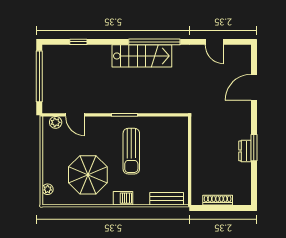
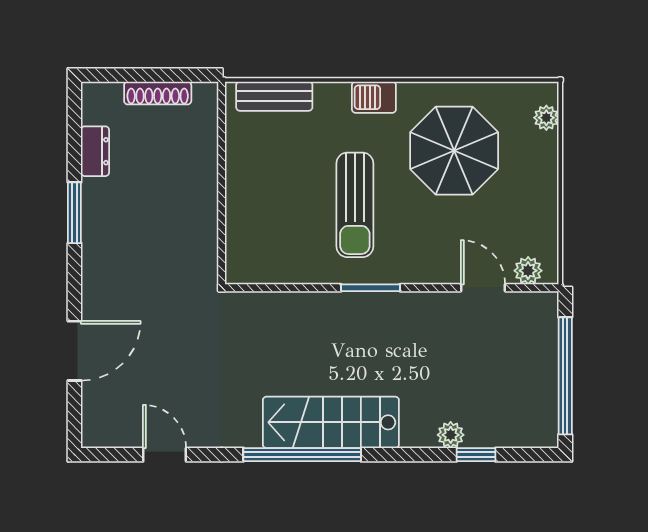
plant: (89, 50) -> (451, 435), added
sun lounger: (131, 151) -> (355, 205), turned 180
dresser: (245, 151) -> (95, 151), moved

